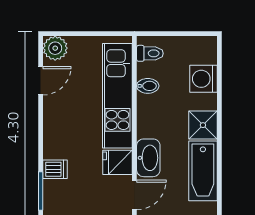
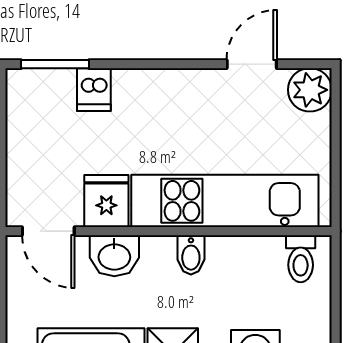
door: (41, 81) -> (252, 64), swing flipped
bidet: (148, 86) -> (191, 255), moved
washbasin: (148, 158) -> (114, 256), width x0.72

